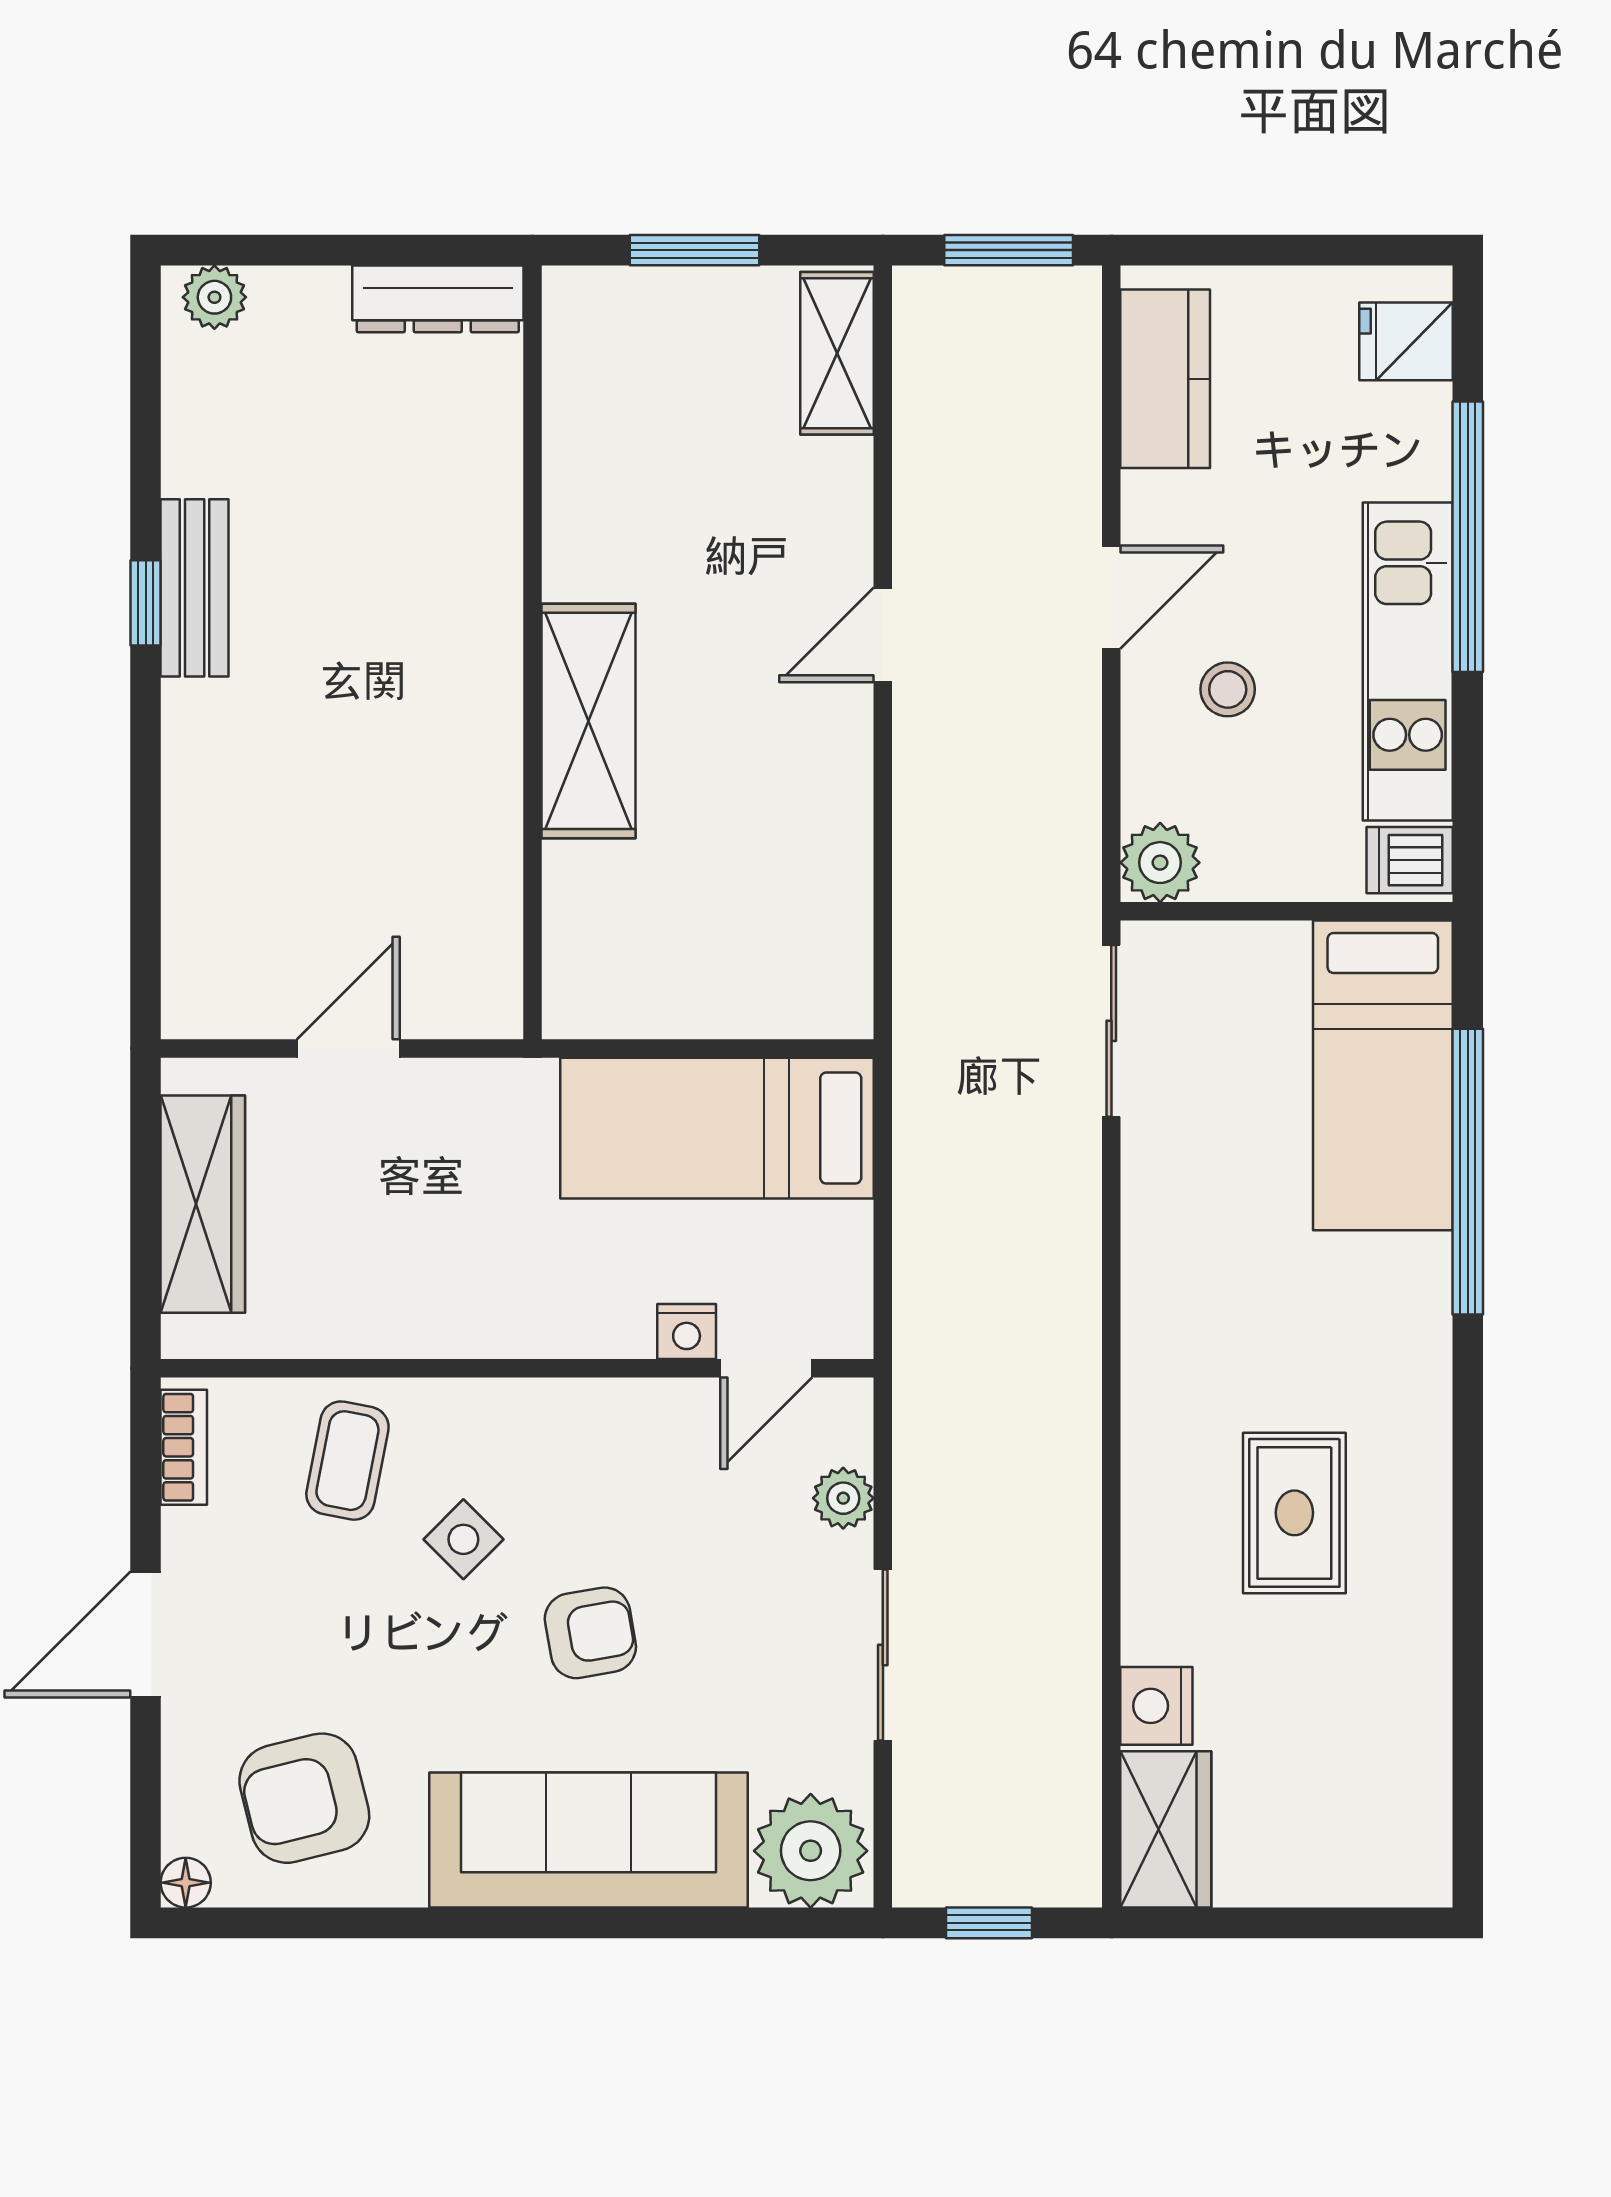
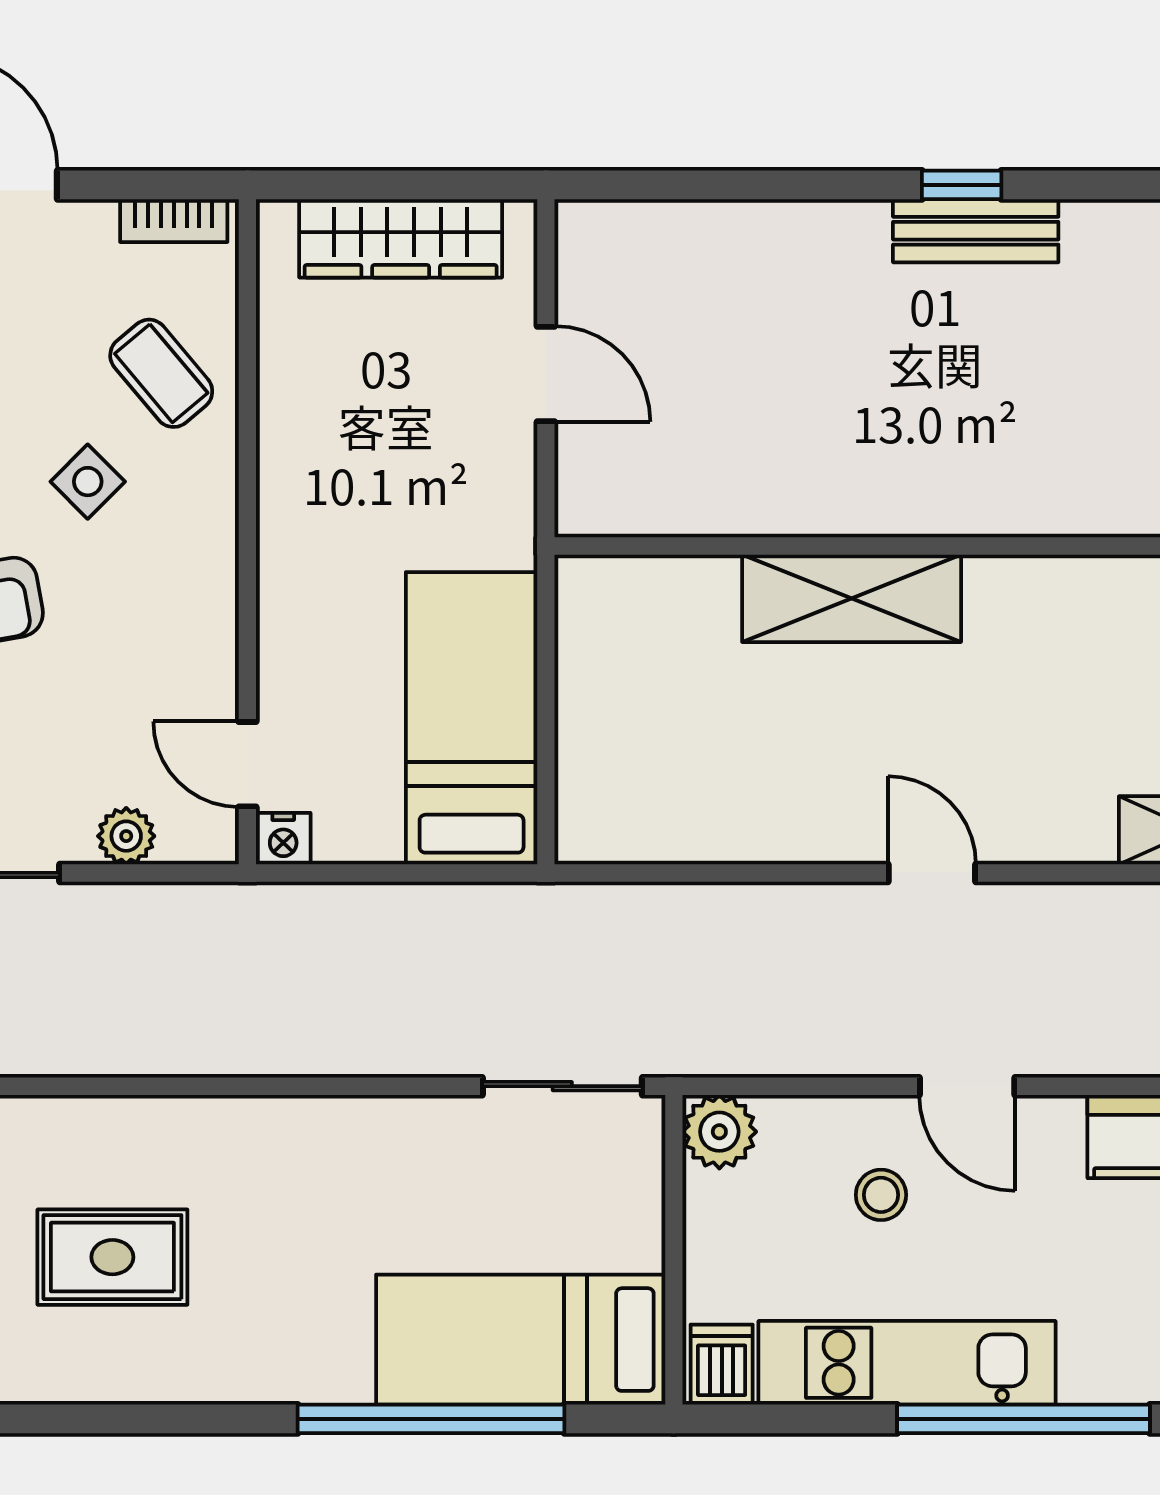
nightstand: (687, 1332) -> (283, 839), moved, turned -90
coffee table: (347, 1461) -> (161, 373), turned 39

